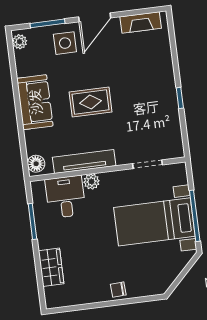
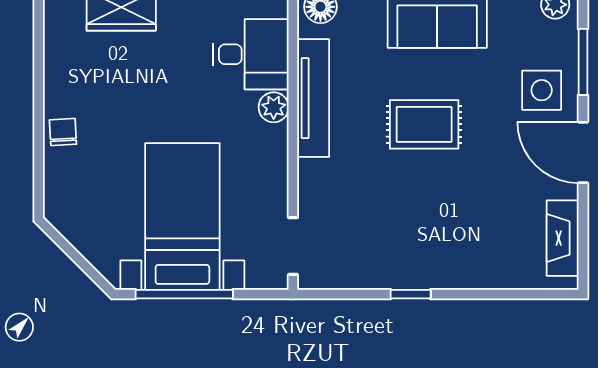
rug: (91, 102) -> (424, 124), turned 90
doorway: (147, 164) -> (293, 246), moved

